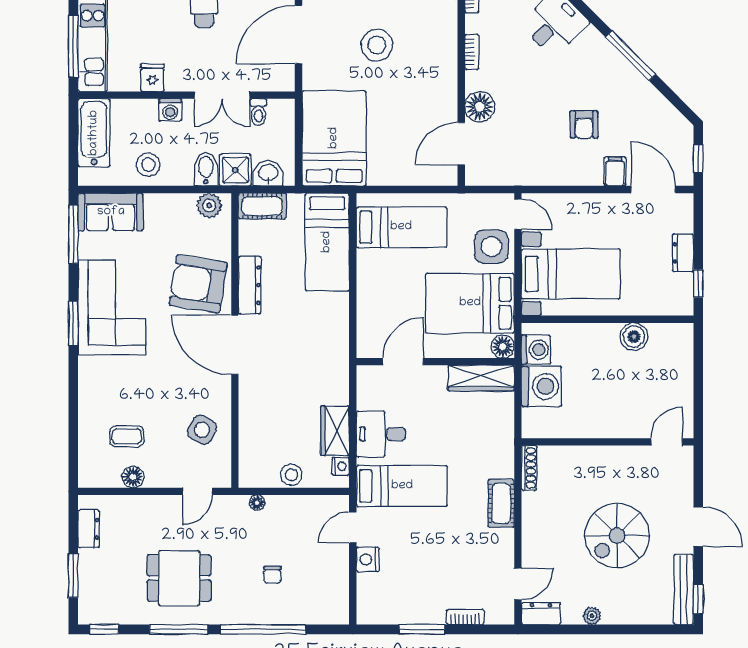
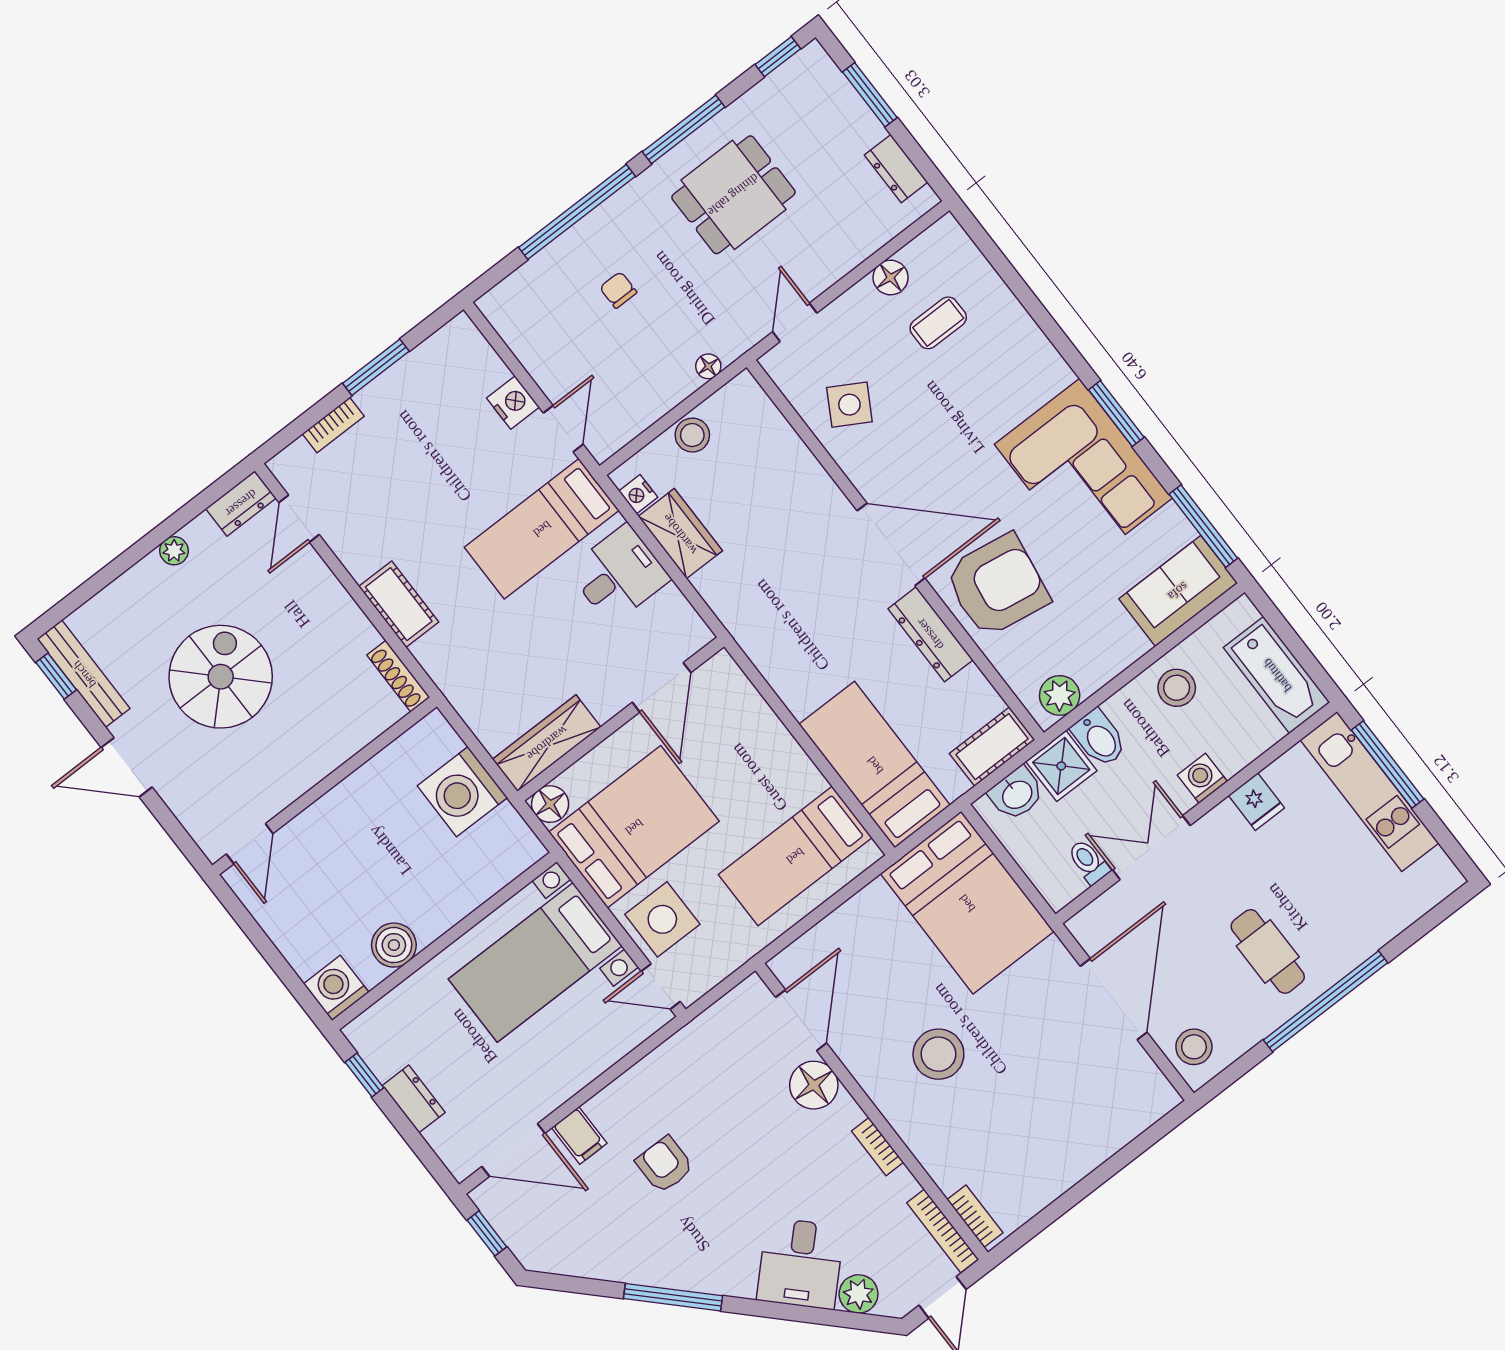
stool: (377, 45) -> (938, 1054), moved
washing machine: (536, 350) -> (336, 988), moved, turned 90

